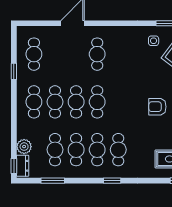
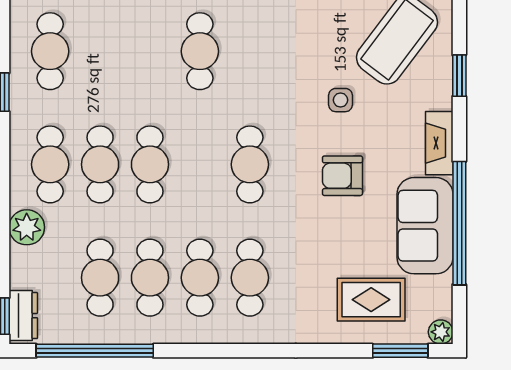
side table: (154, 41) -> (341, 100), moved
cafe table: (97, 102) -> (250, 164), moved
plant: (24, 147) -> (27, 227), moved
window: (53, 181) -> (95, 351), width x2.11
window: (112, 181) -> (235, 351), removed

